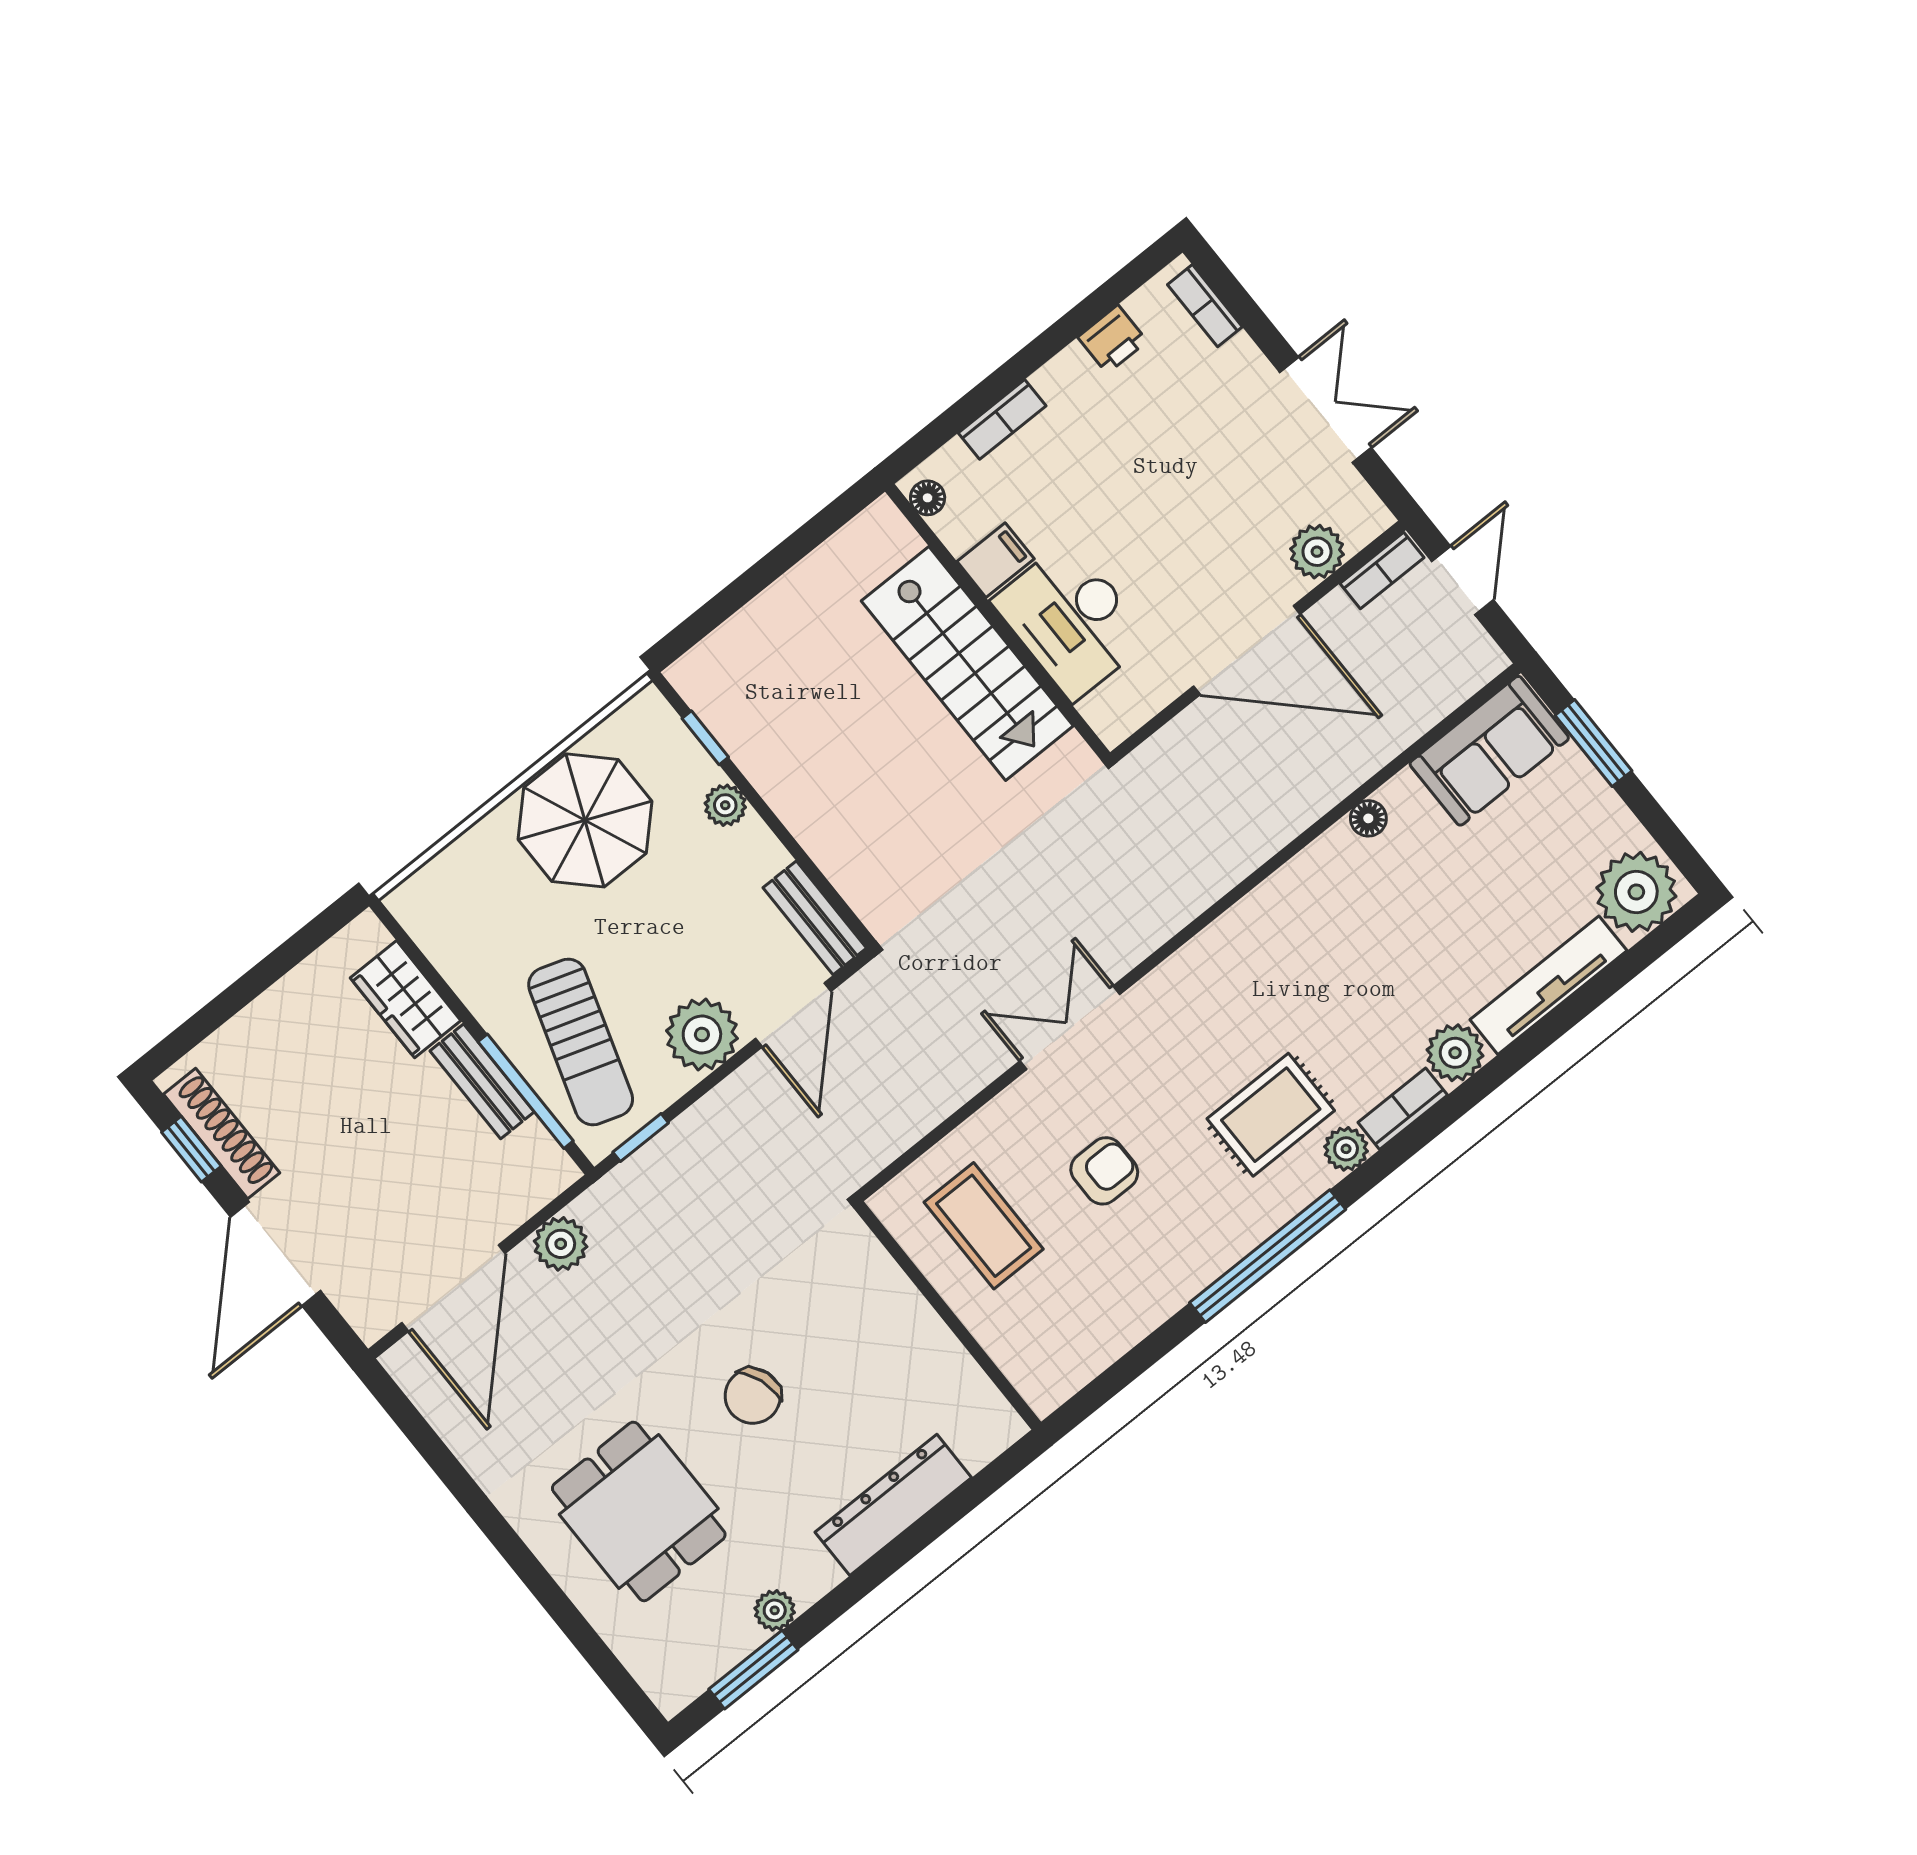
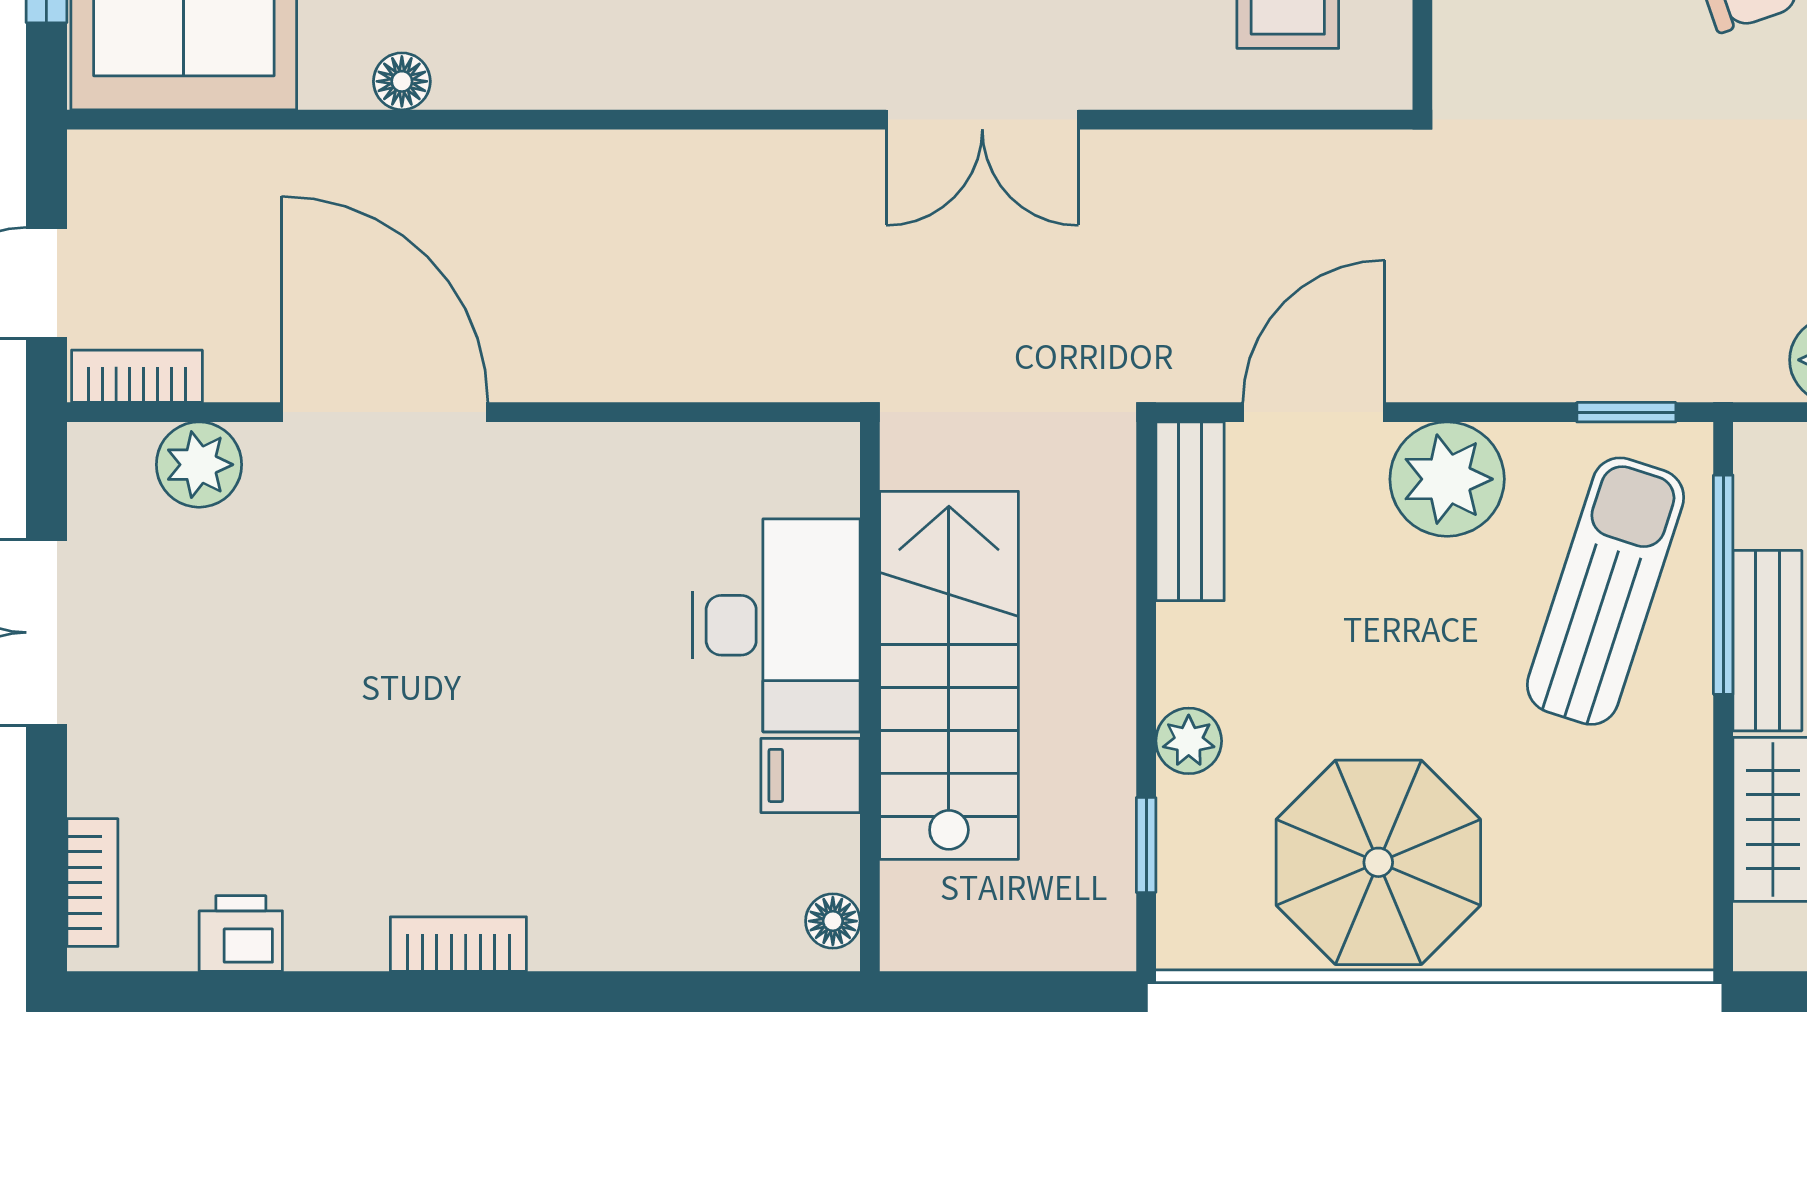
floor lamp: (928, 498) -> (833, 921), moved
filing cabinet: (996, 560) -> (810, 775), moved
desk: (1071, 620) -> (776, 625), moved
wall: (998, 622) -> (870, 697), moved
stairs: (967, 663) -> (949, 675), moved

